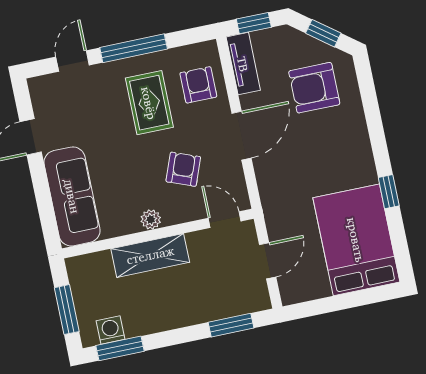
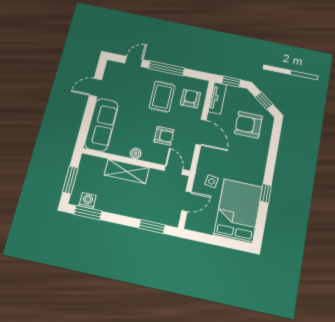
door: (241, 136) -> (201, 132), hinge flipped
armchair: (183, 169) -> (164, 136), turned 69
side table: (294, 211) -> (212, 181), added

